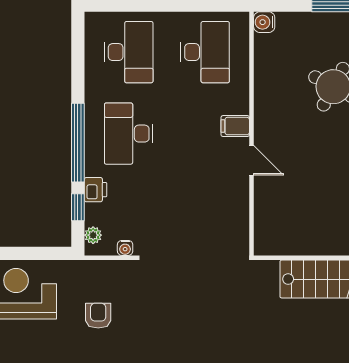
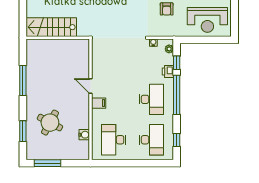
water cooler: (264, 22) -> (84, 135), moved
window: (78, 52) -> (177, 140), added
desk: (129, 52) -> (151, 140), turned 180

